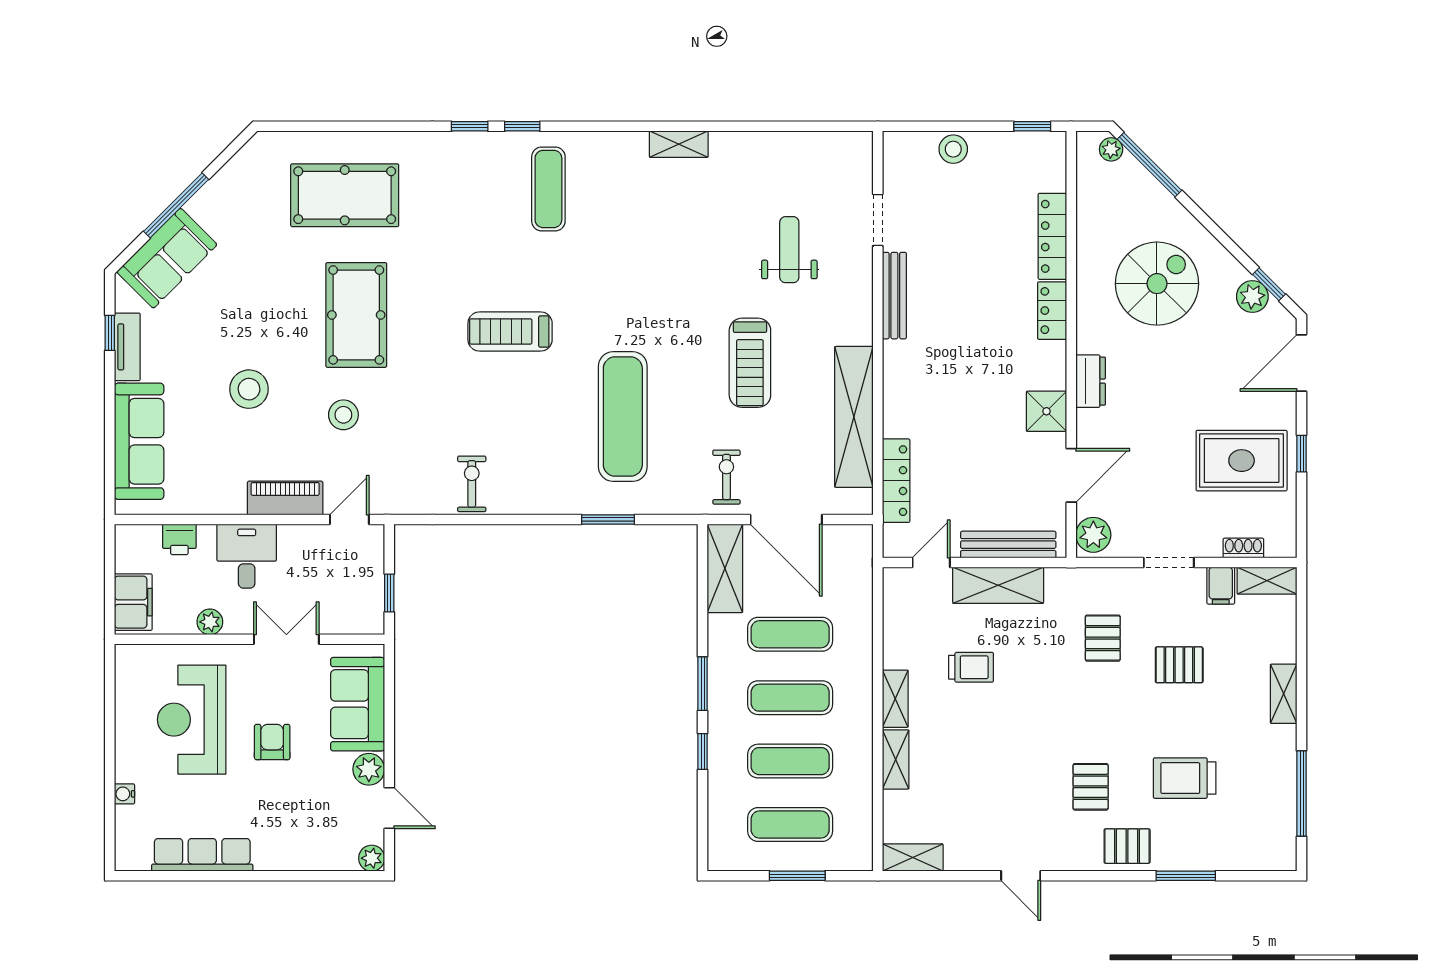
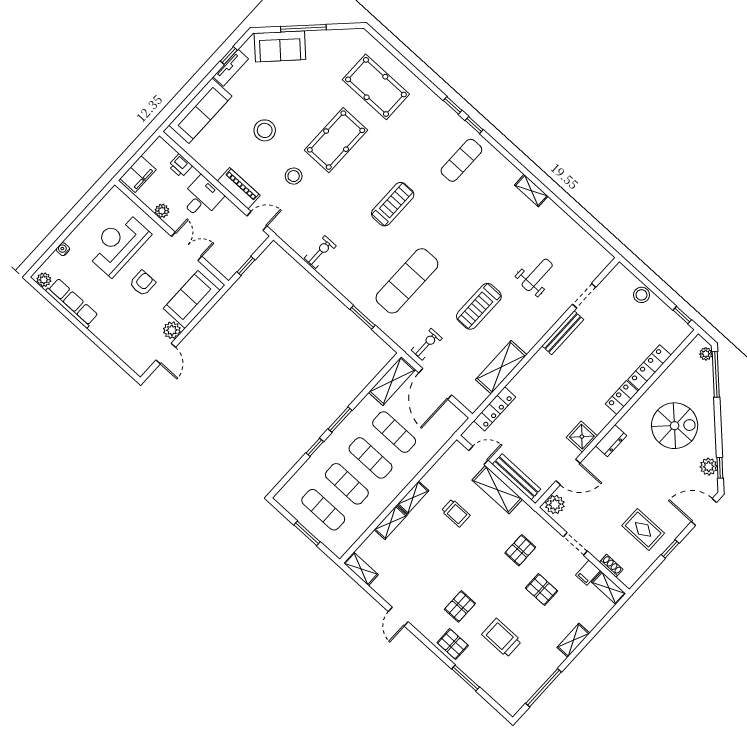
treadmill: (510, 331) -> (393, 204), turned 90
shelving: (854, 417) -> (501, 367), width x0.68
rug: (1242, 461) -> (643, 529), width x0.73, depth x0.70
plant: (372, 858) -> (44, 280), moved

